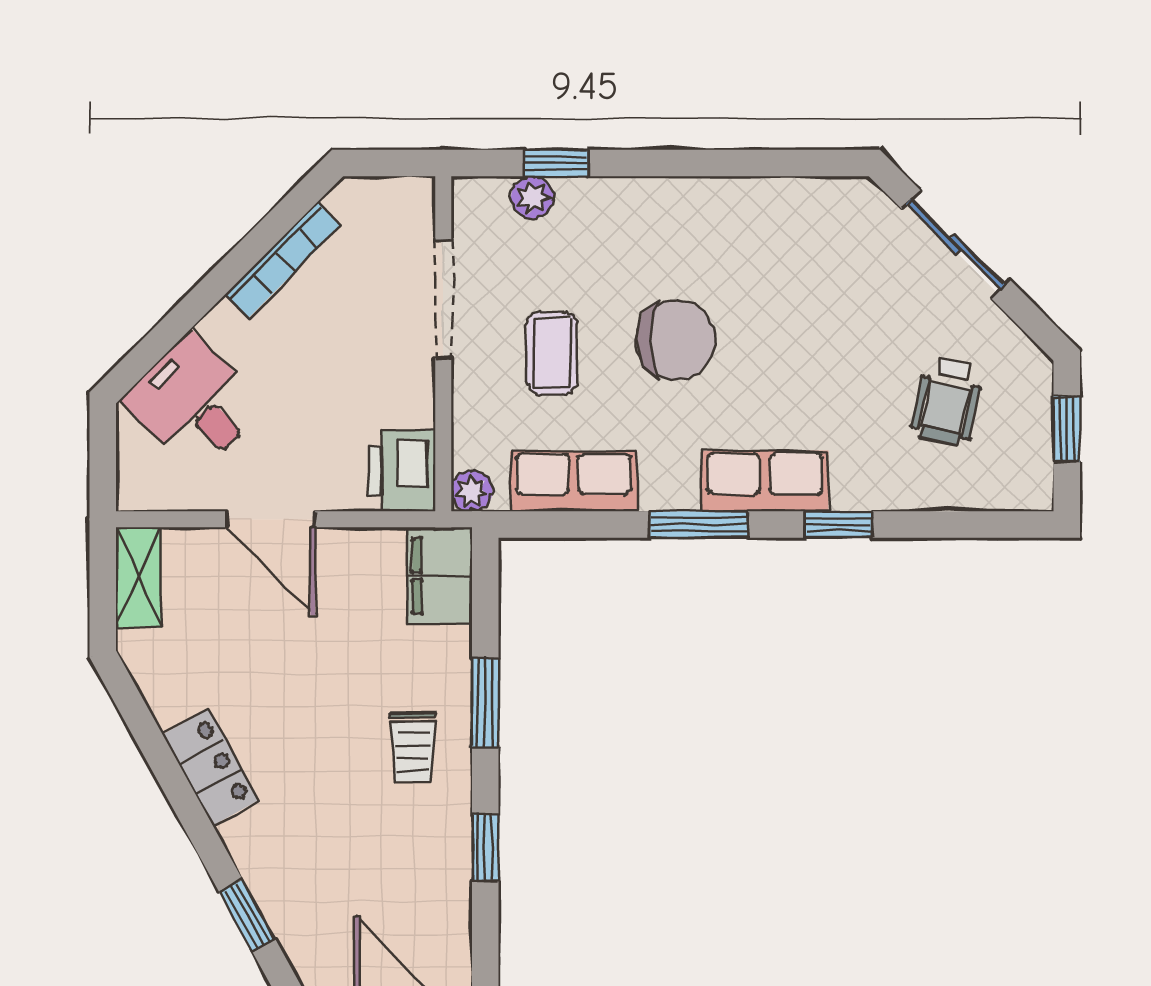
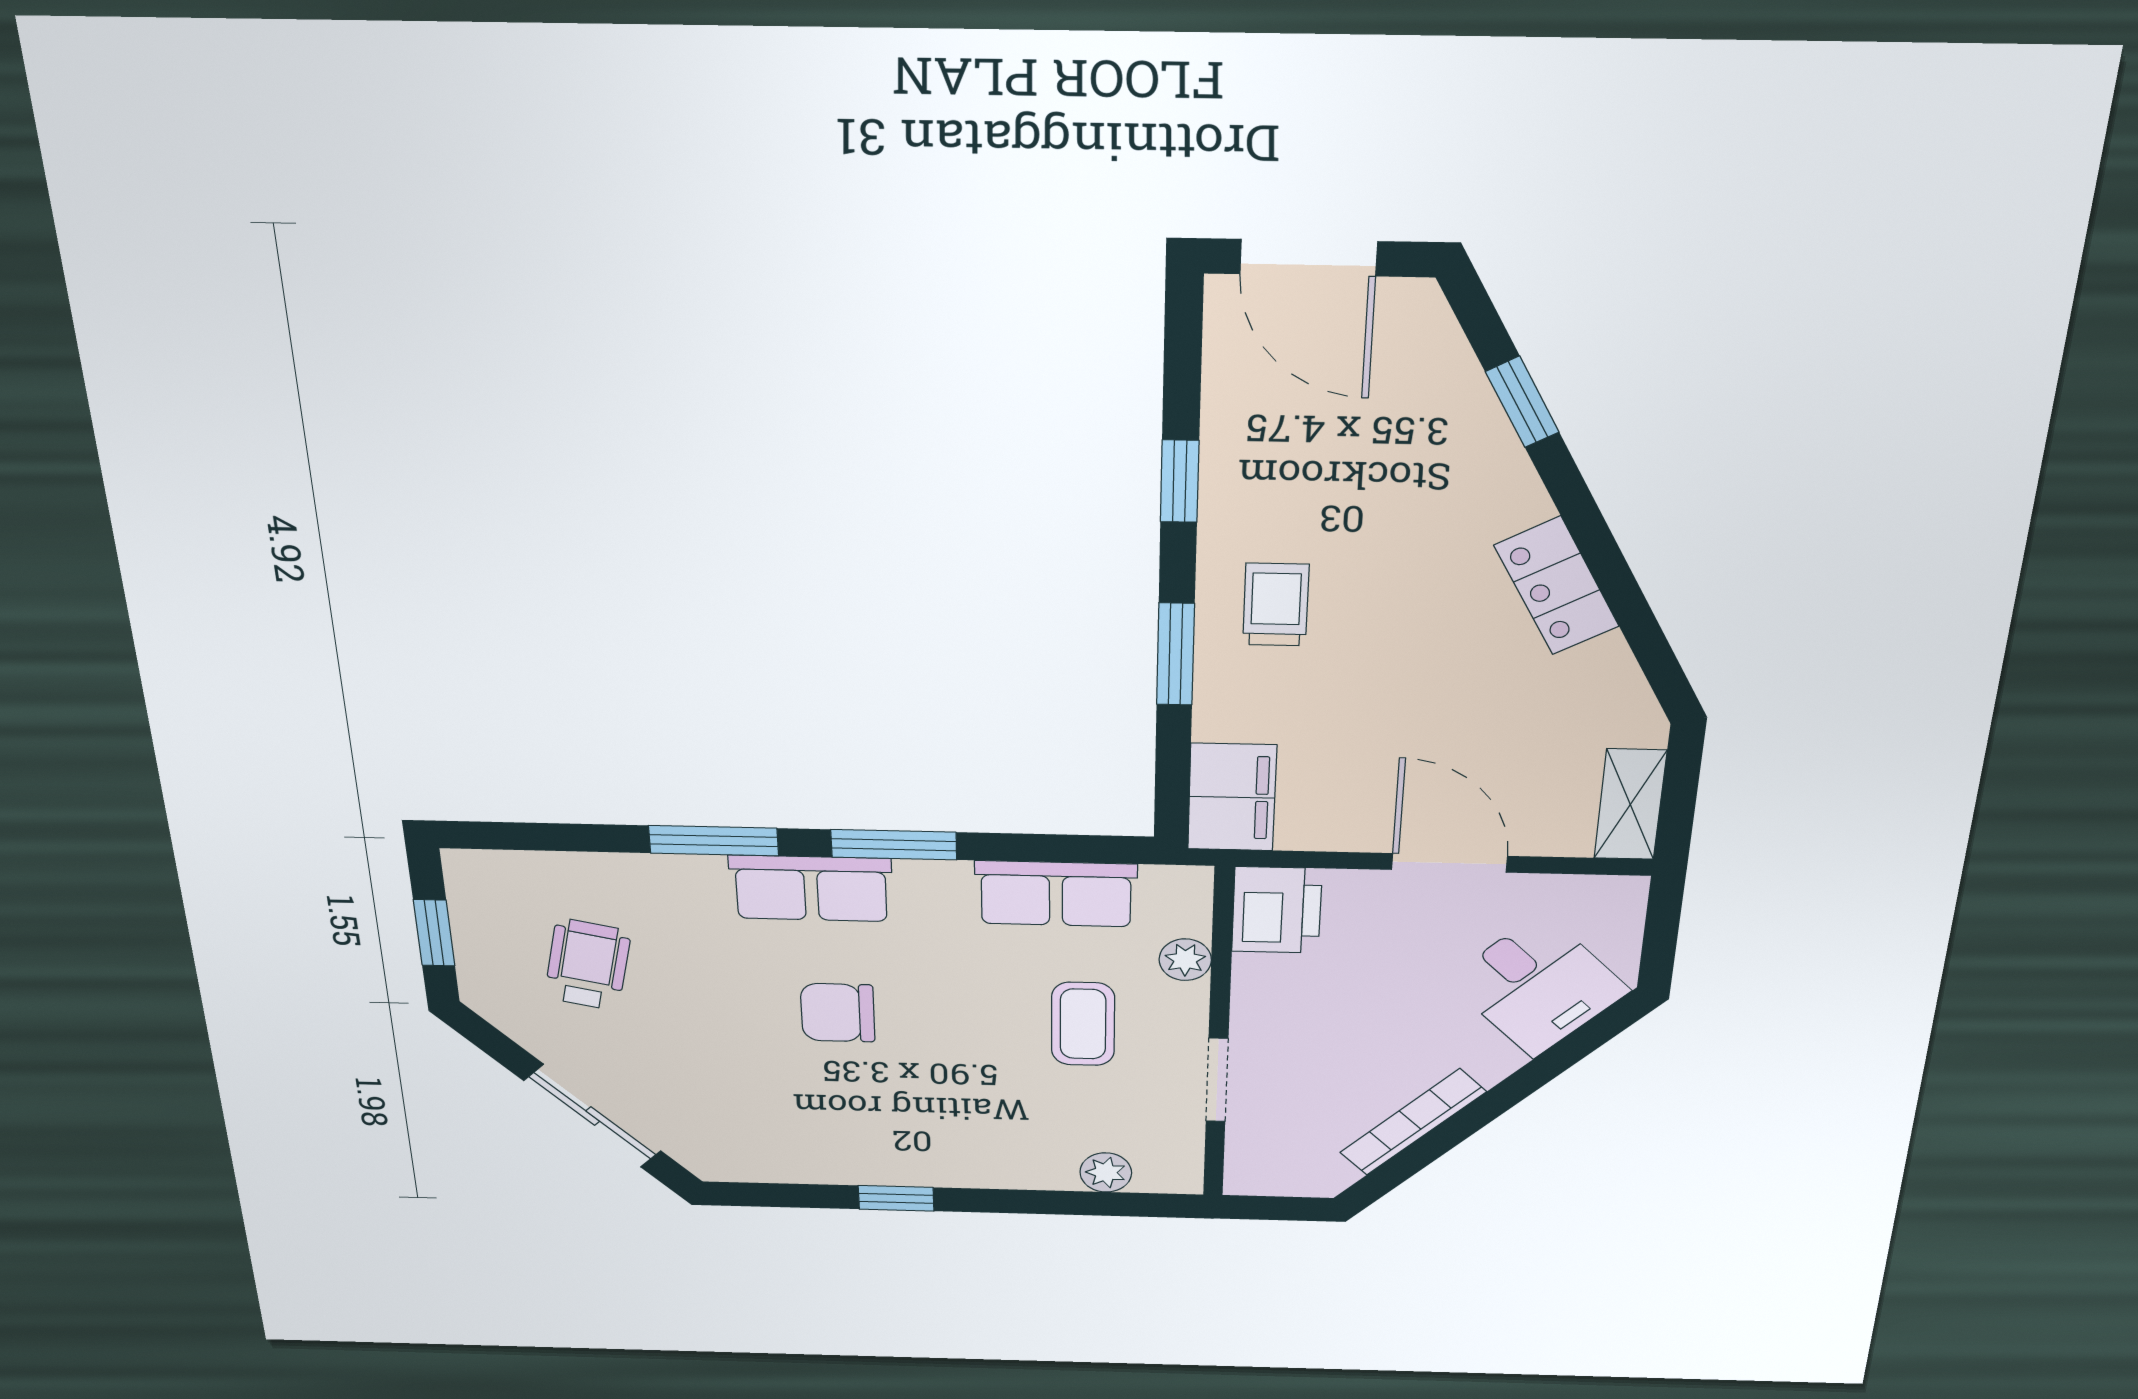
window: (556, 163) -> (896, 1198), moved
doorway: (443, 299) -> (1217, 1080), width x0.73
chair: (676, 340) -> (838, 1013), moved, width x0.73, depth x0.73
plant: (472, 491) -> (1185, 960), moved
window: (839, 525) -> (714, 841), width x1.50

